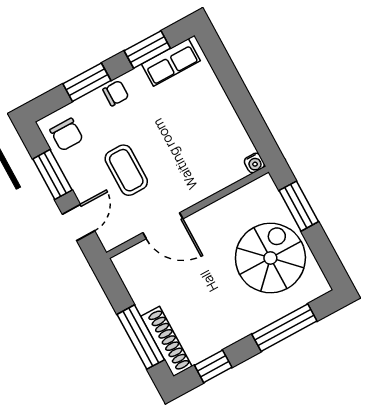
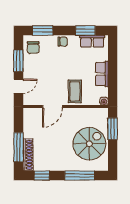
window: (87, 82) -> (43, 31), moved
row of seats: (223, 114) -> (102, 74), added
coffee table: (126, 170) -> (75, 91), moved
door: (163, 226) -> (52, 107), hinge flipped

